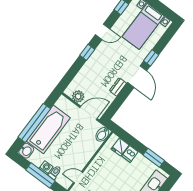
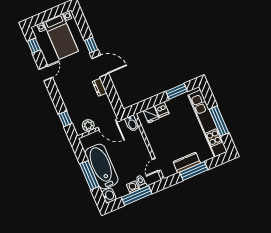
window: (87, 52) -> (65, 119), moved
door: (89, 113) -> (107, 125), swing flipped
window: (34, 123) -> (89, 175), width x0.68

